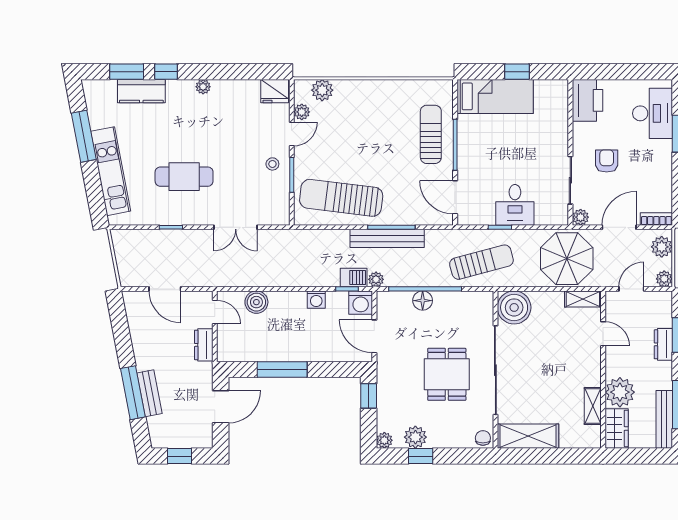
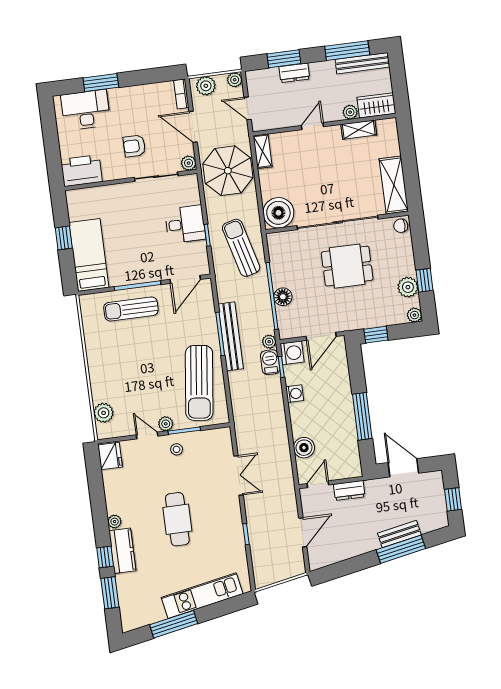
kitchen counter: (141, 91) -> (122, 551), moved
plant: (302, 112) -> (166, 424), moved
cafe table: (184, 177) -> (177, 519), moved
door: (603, 334) -> (312, 126), moved
plant: (620, 392) -> (350, 112), width x0.53, depth x0.53

